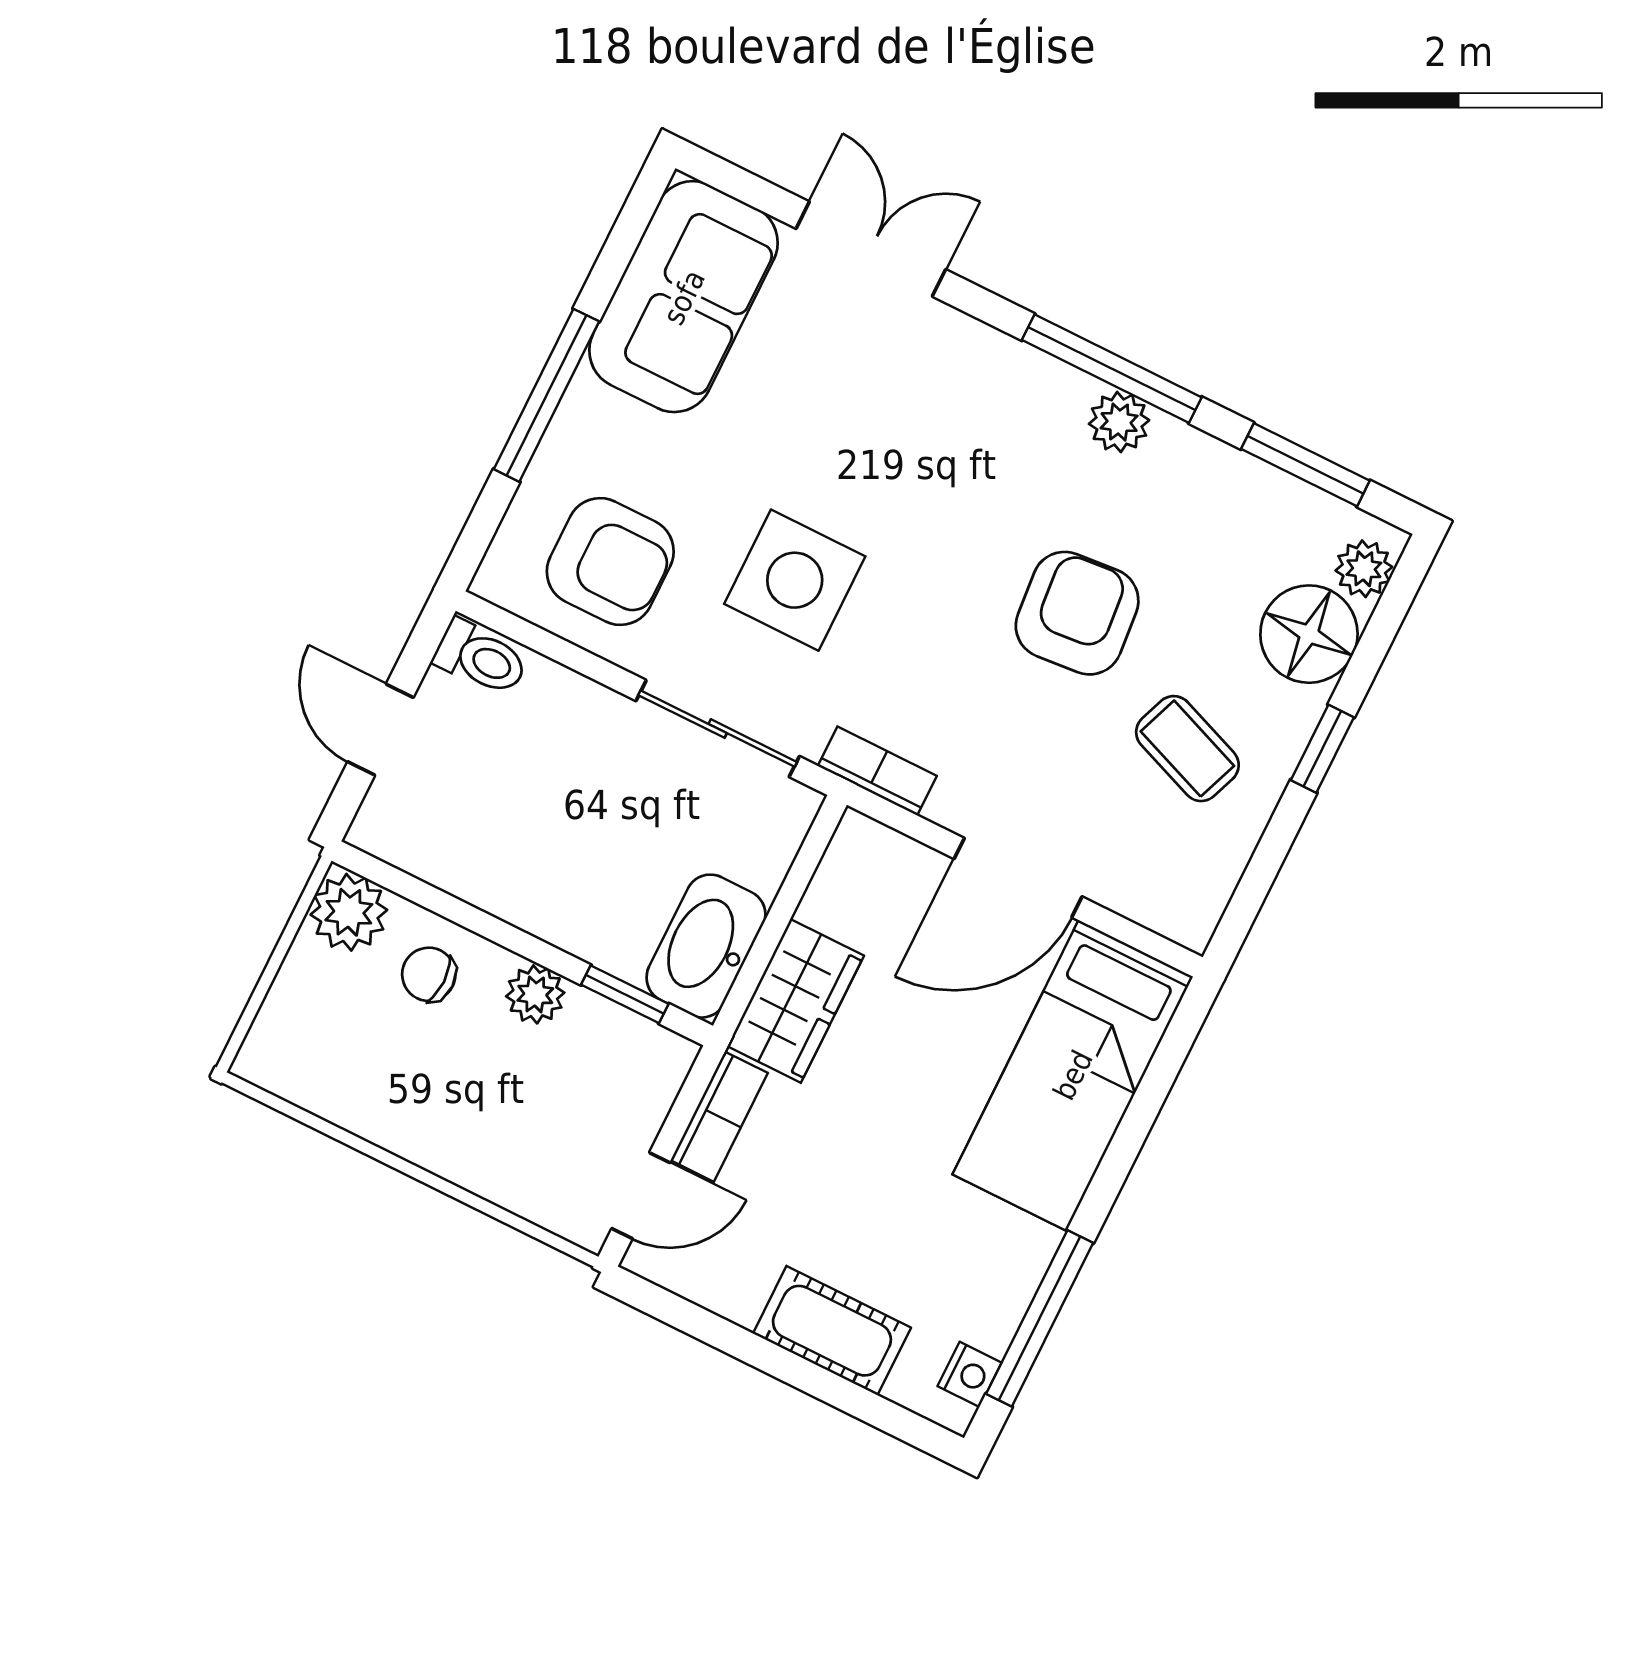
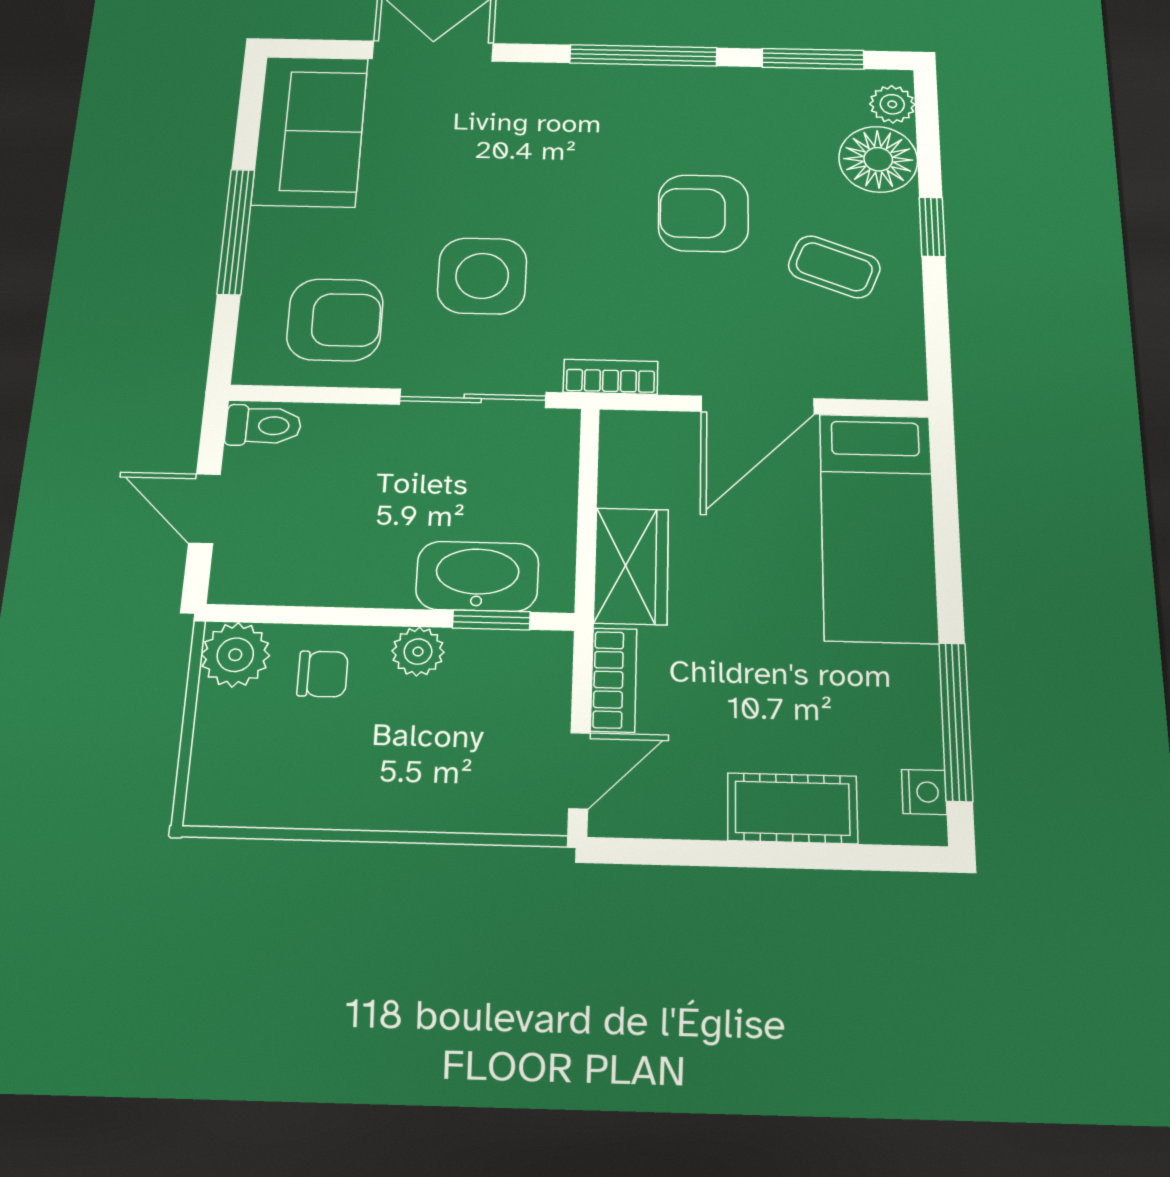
plant: (1119, 422) -> (667, 85), removed
armchair: (1077, 613) -> (703, 213), turned -85
washbasin: (706, 946) -> (477, 576), moved, turned 90
chair: (429, 974) -> (323, 674), turned 180

